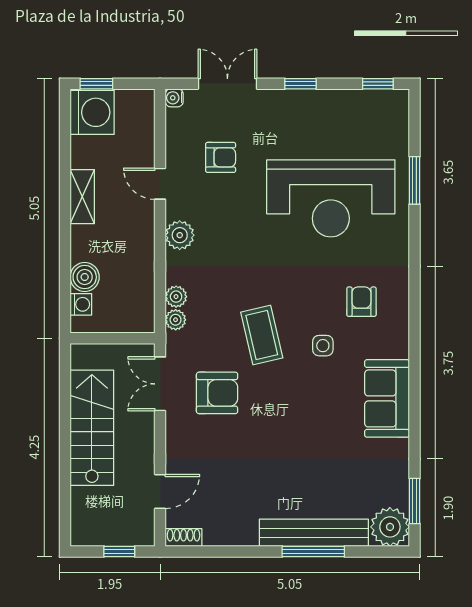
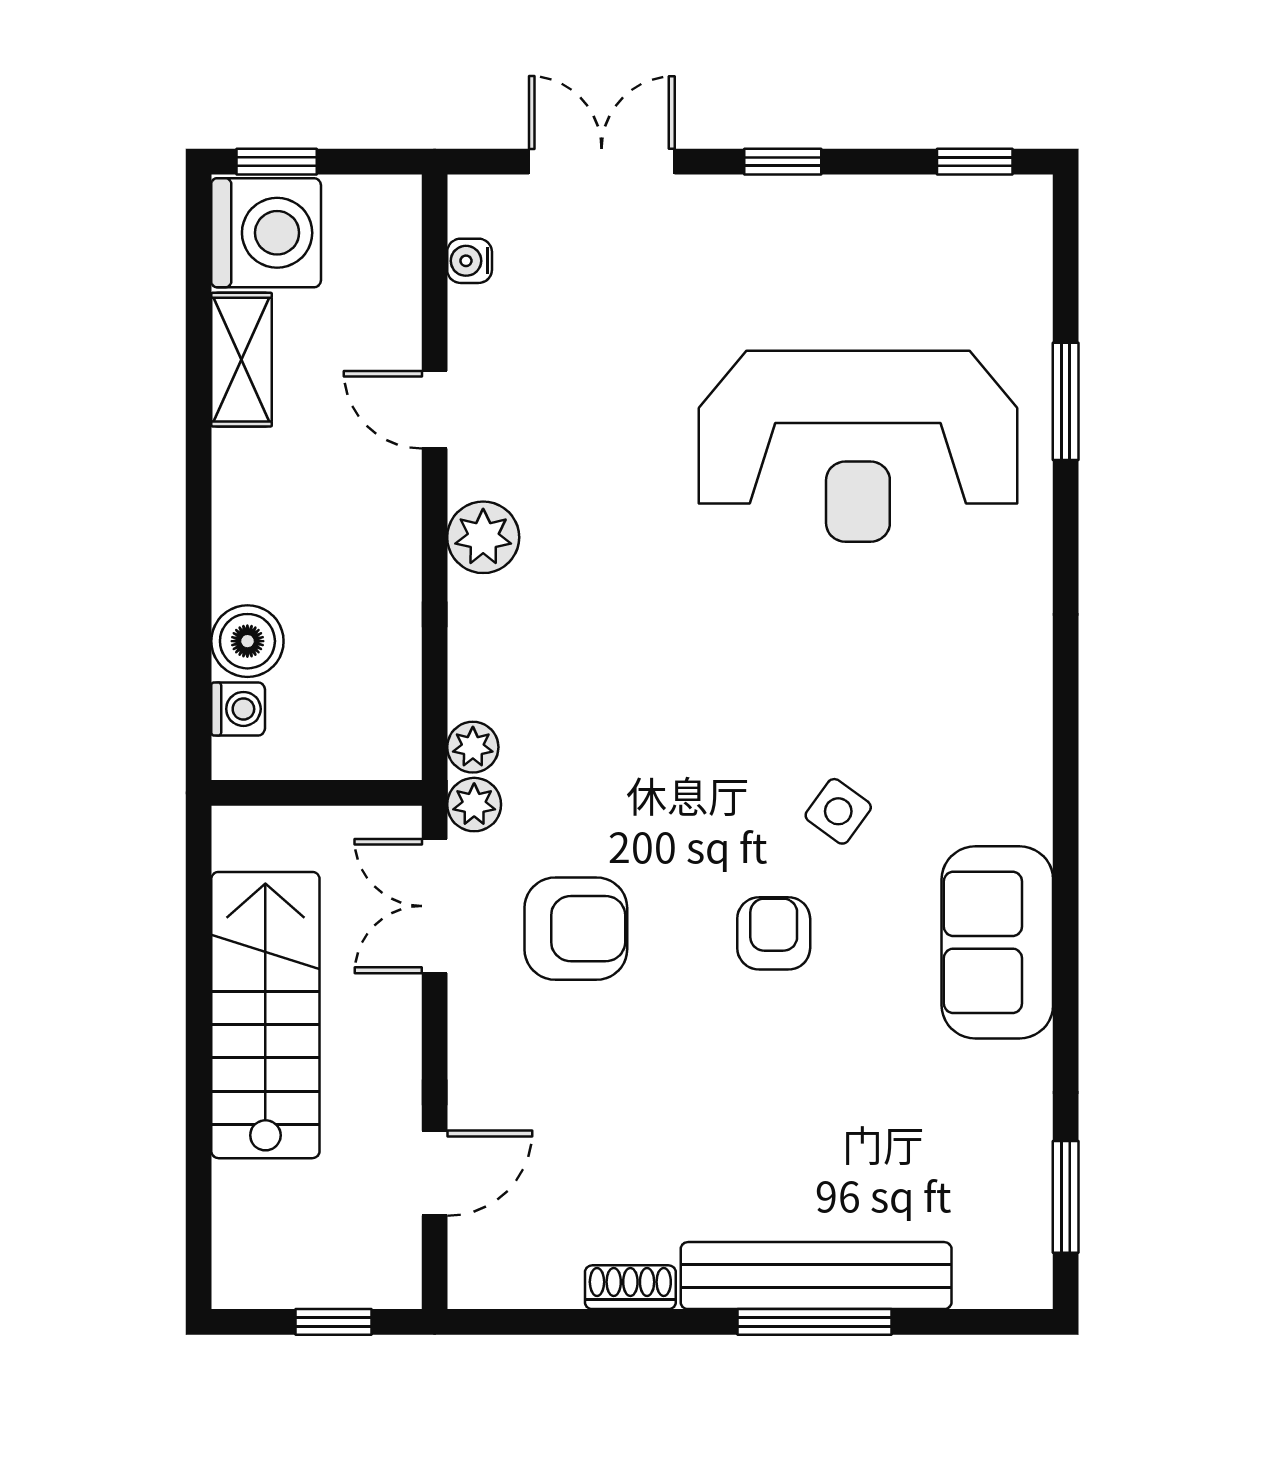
water cooler: (174, 98) -> (470, 261), moved
armchair: (221, 157) -> (585, 344), removed
shelving: (82, 197) -> (242, 360), moved
plant: (176, 297) -> (474, 805), moved
armchair: (361, 302) -> (774, 933), moved
coffee table: (262, 335) -> (687, 785), removed
side table: (323, 346) -> (838, 811), turned 36
plant: (390, 527) -> (1005, 1261), removed
shoe rack: (184, 537) -> (630, 1287), moved

